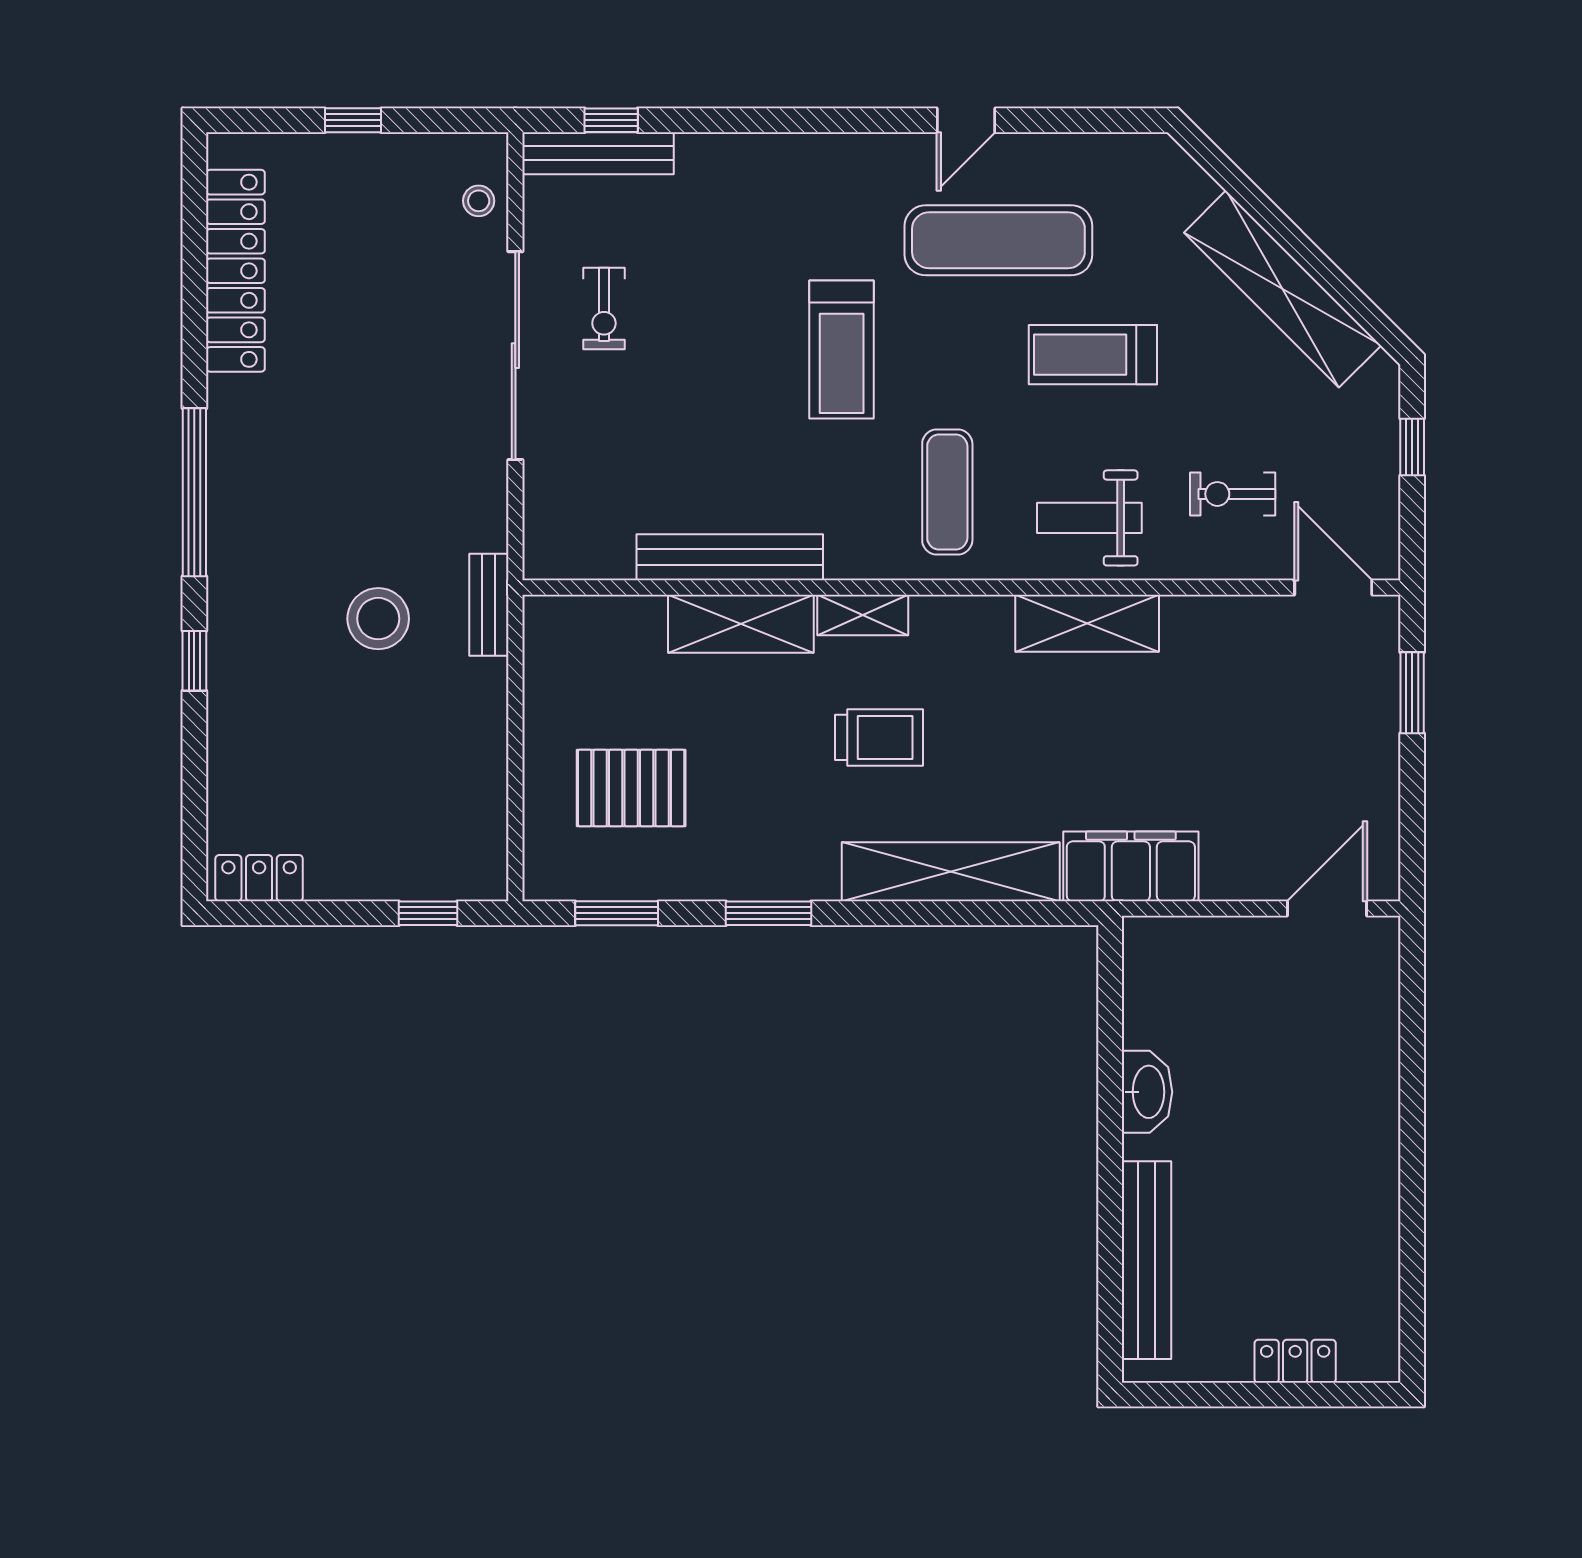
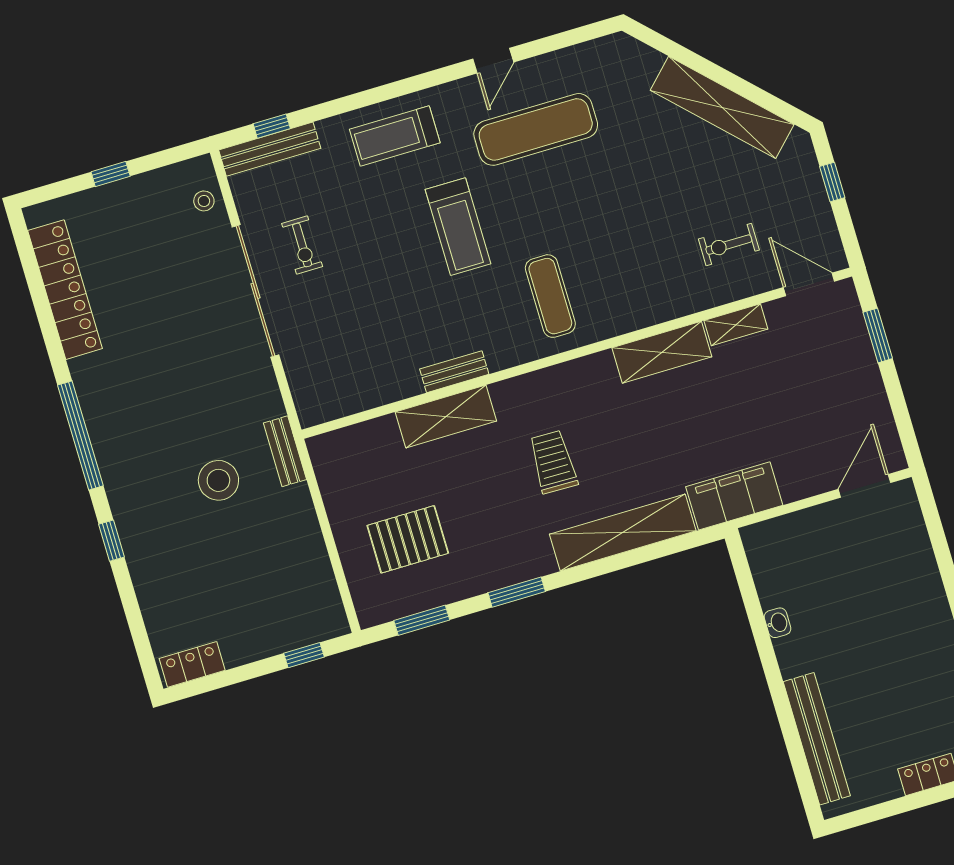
treadmill: (1093, 355) -> (395, 136), moved
weight bench: (1089, 518) -> (644, 286), removed
bench: (730, 557) -> (454, 372), width x0.54, depth x0.82
shelving: (863, 615) -> (736, 325), moved
trolley: (879, 737) -> (553, 462), turned -89
washbasin: (1147, 1092) -> (777, 623), width x0.52, depth x0.69

